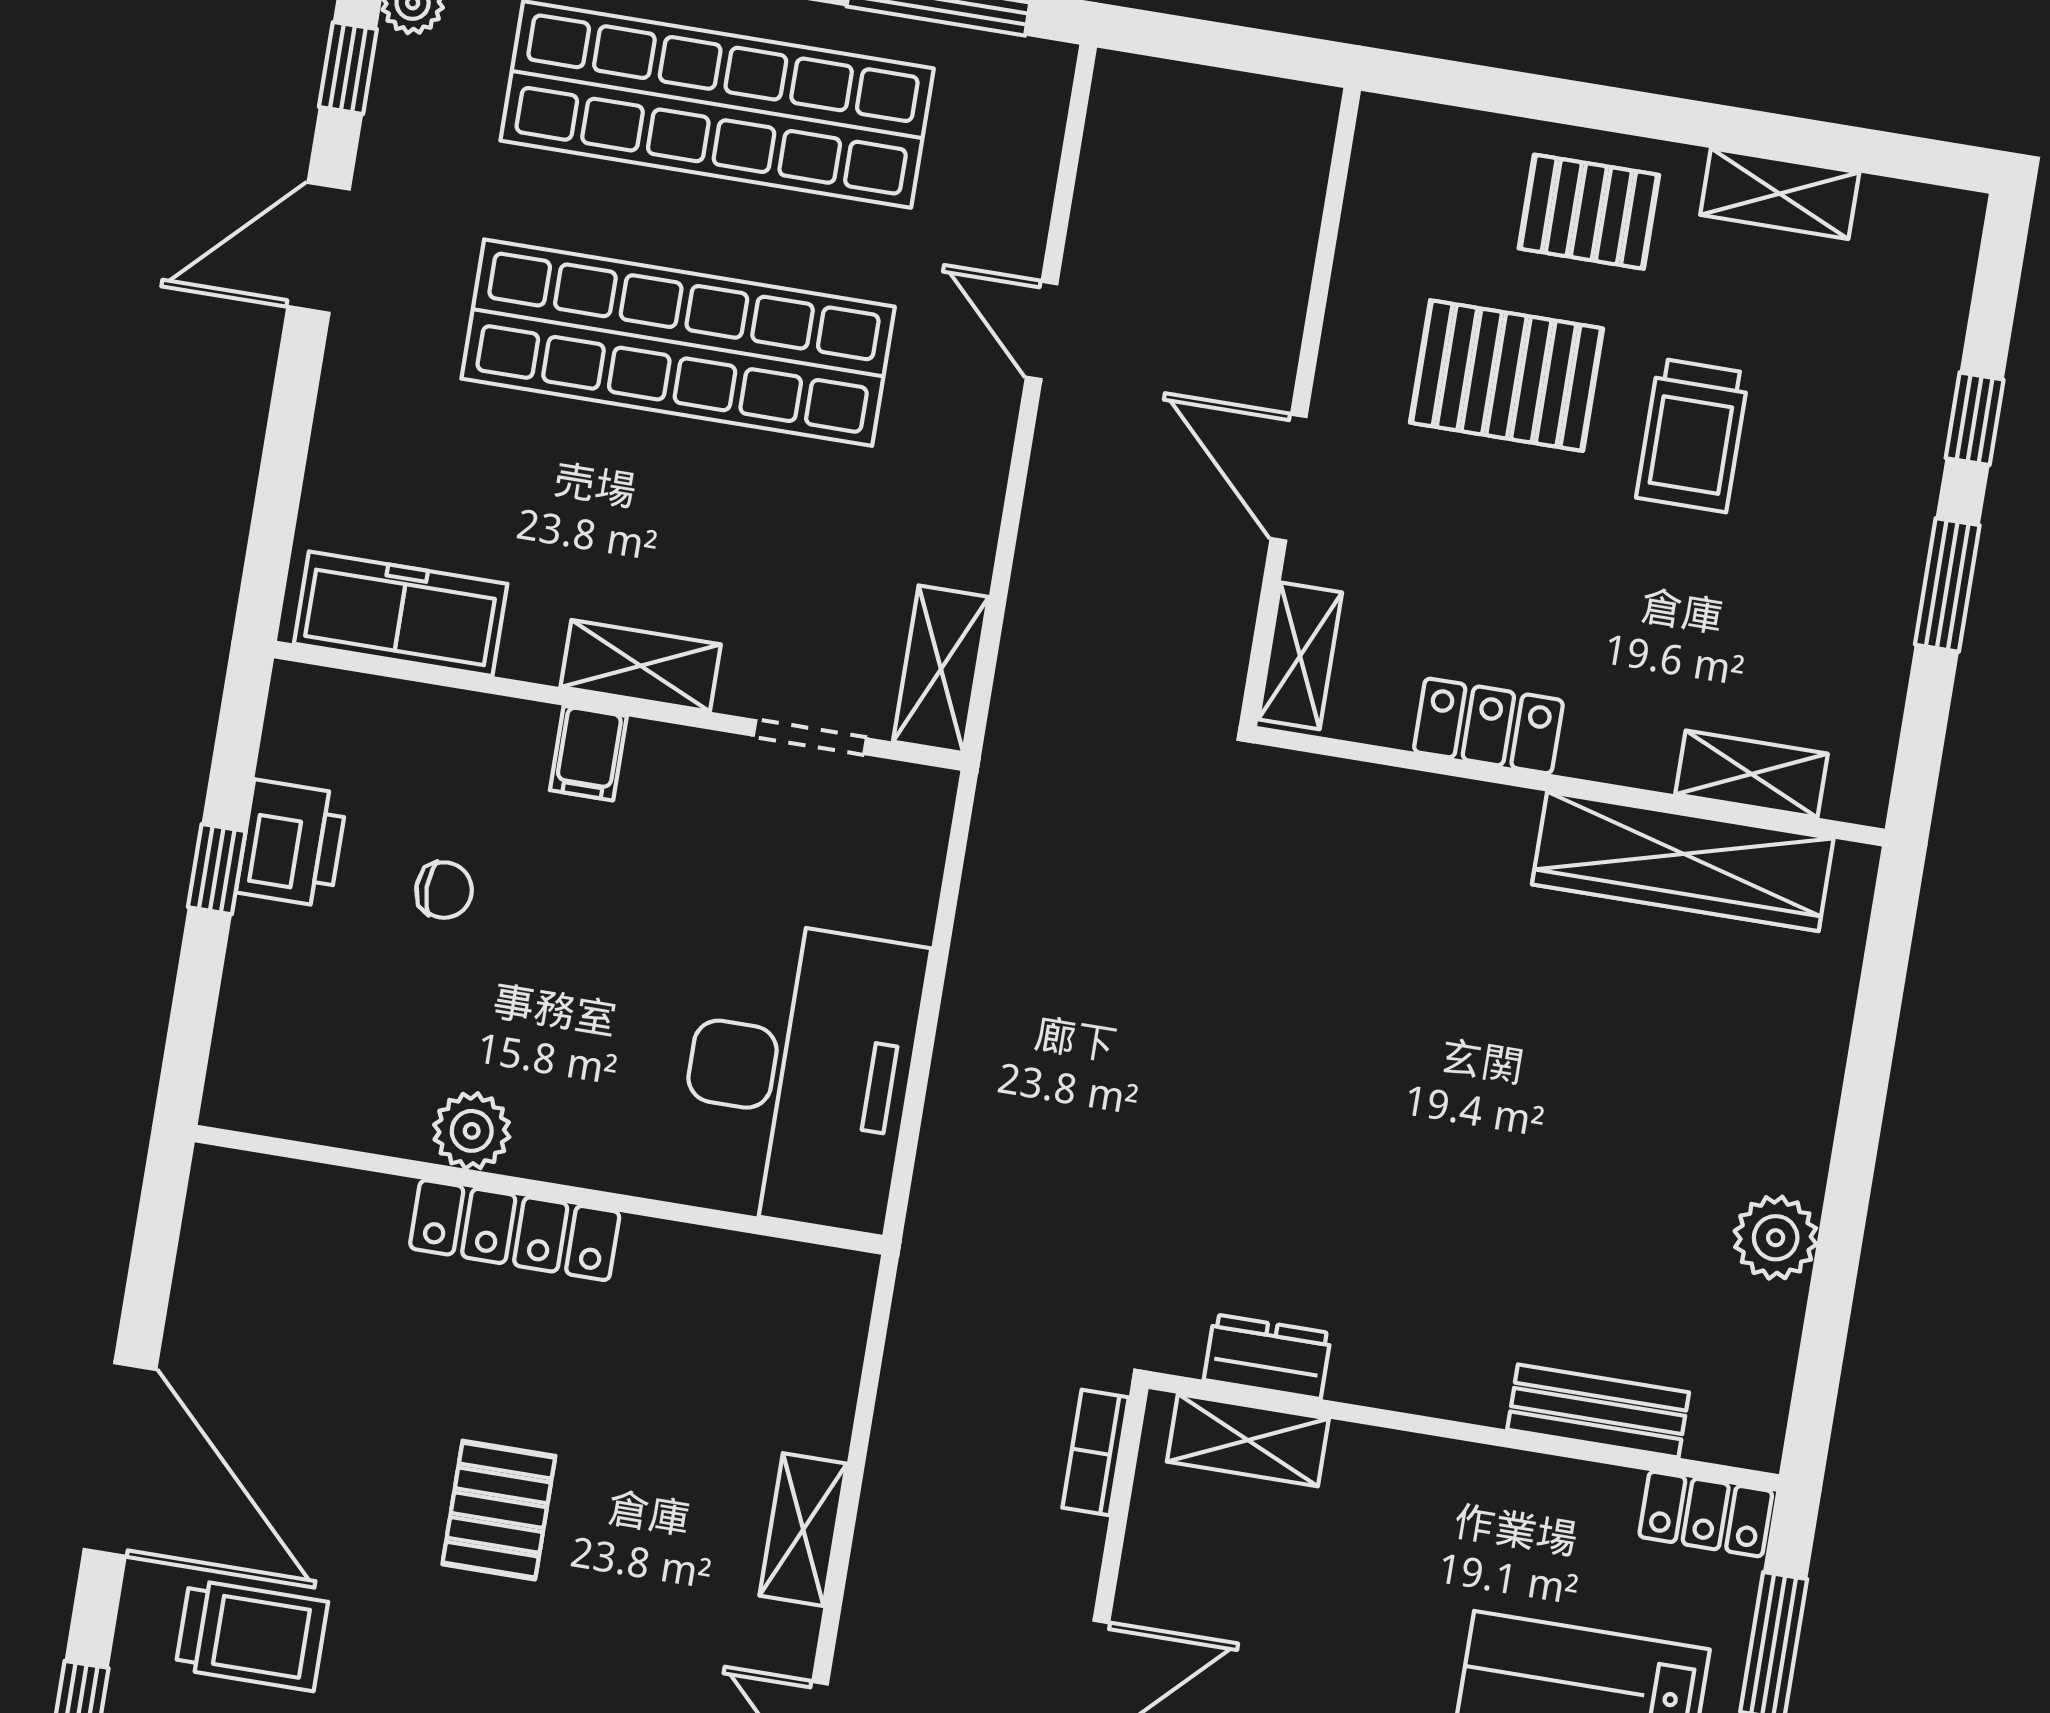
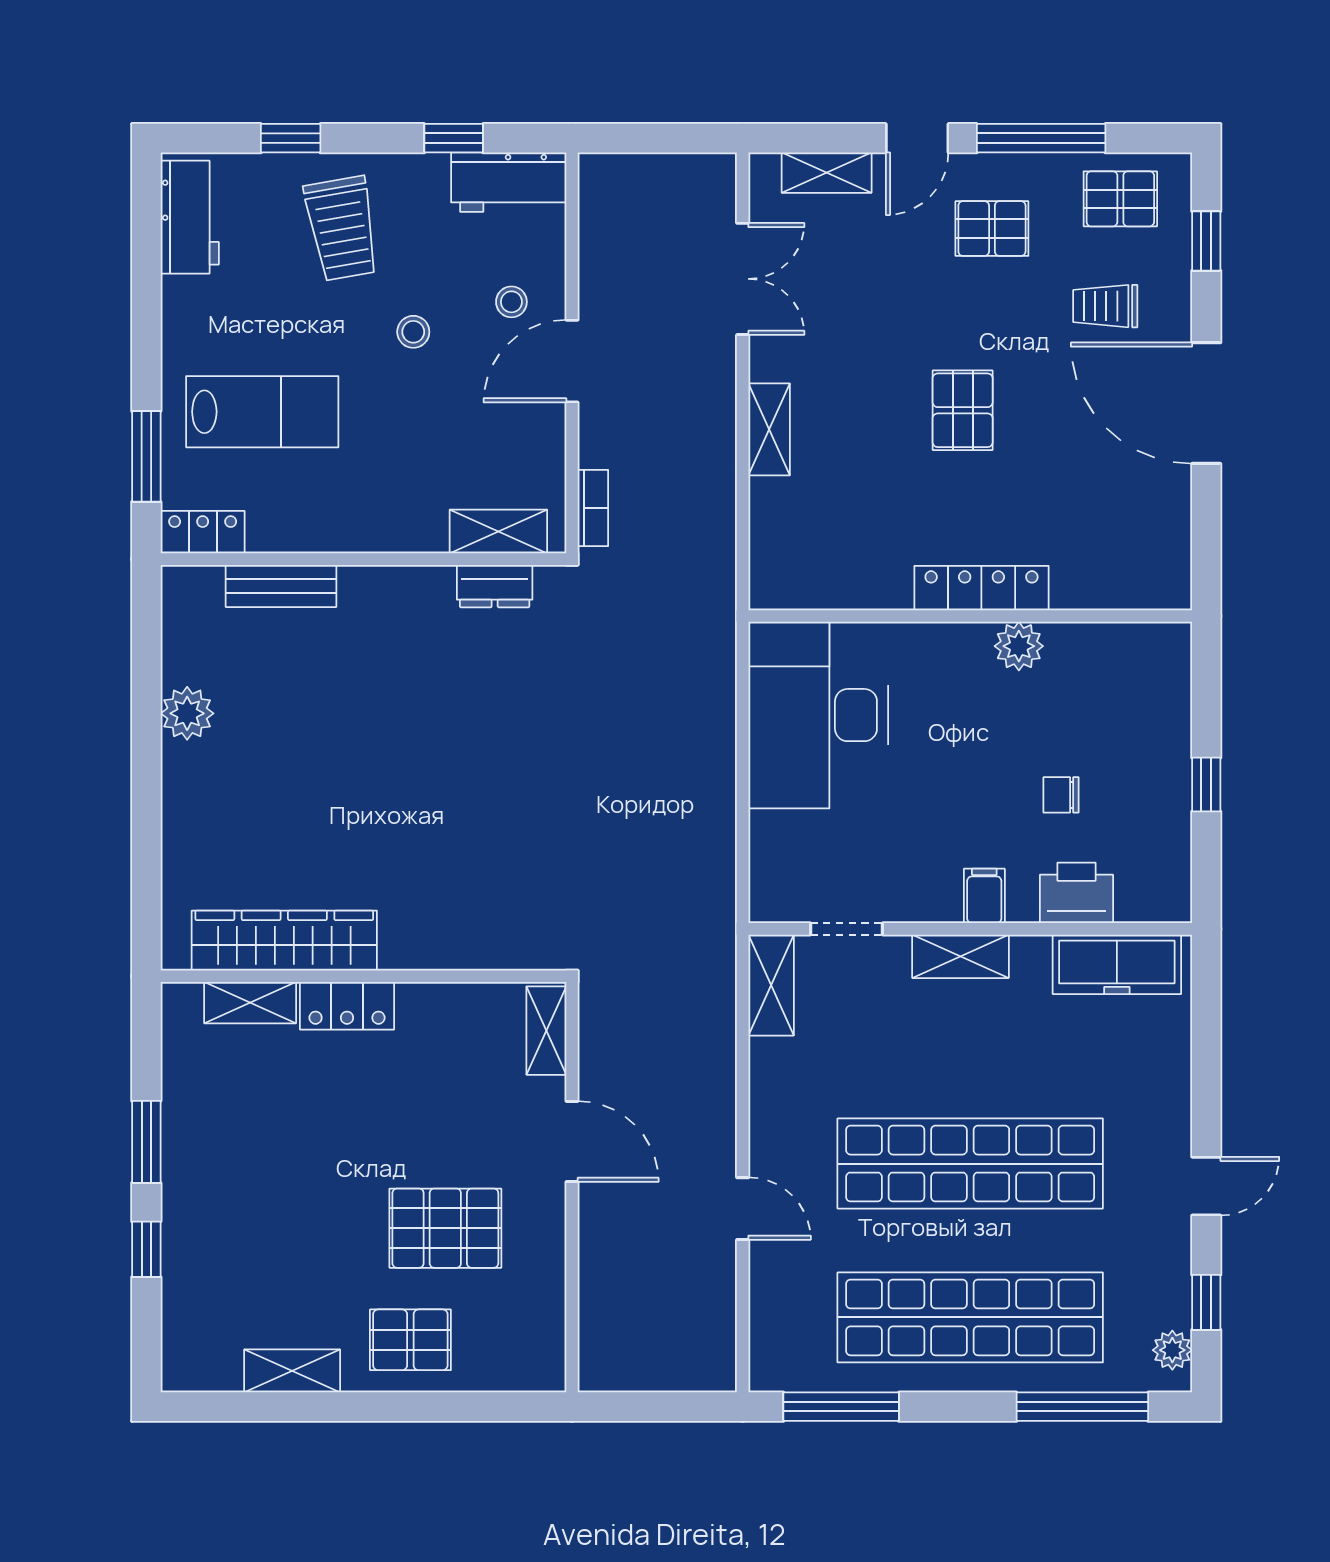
door: (319, 248) -> (1206, 1186), width x0.73
trolley: (1692, 435) -> (322, 1210), removed
locker: (1488, 726) -> (347, 1006), moved
printer: (292, 843) -> (1076, 893), moved, turned 90
trolley: (252, 1635) -> (1105, 306), width x0.73, depth x0.72

